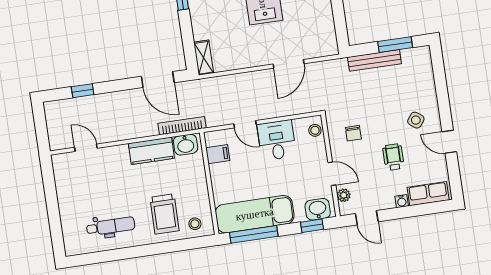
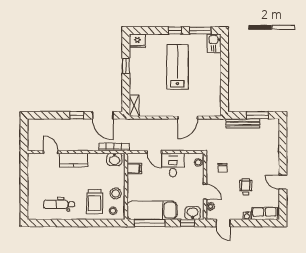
window: (83, 91) -> (77, 115), moved
side table: (416, 120) -> (264, 165), removed
kitchen counter: (151, 151) -> (74, 160), moved
stool: (195, 197) -> (116, 193), added
dental chair: (111, 226) -> (59, 204), turned 180

